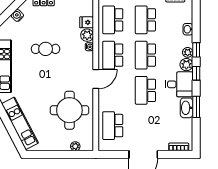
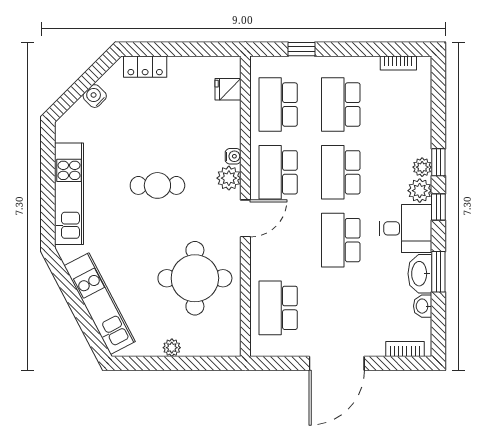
fridge: (87, 22) -> (228, 89), moved
washbasin: (188, 29) -> (423, 306), moved
plant: (87, 35) -> (229, 178), moved
cafe table: (46, 49) -> (157, 185), moved
plant: (75, 146) -> (172, 348), moved

